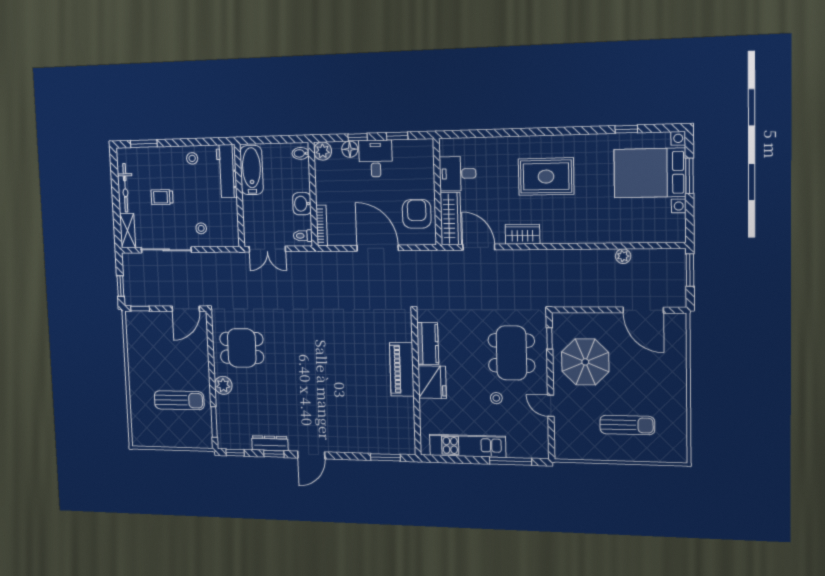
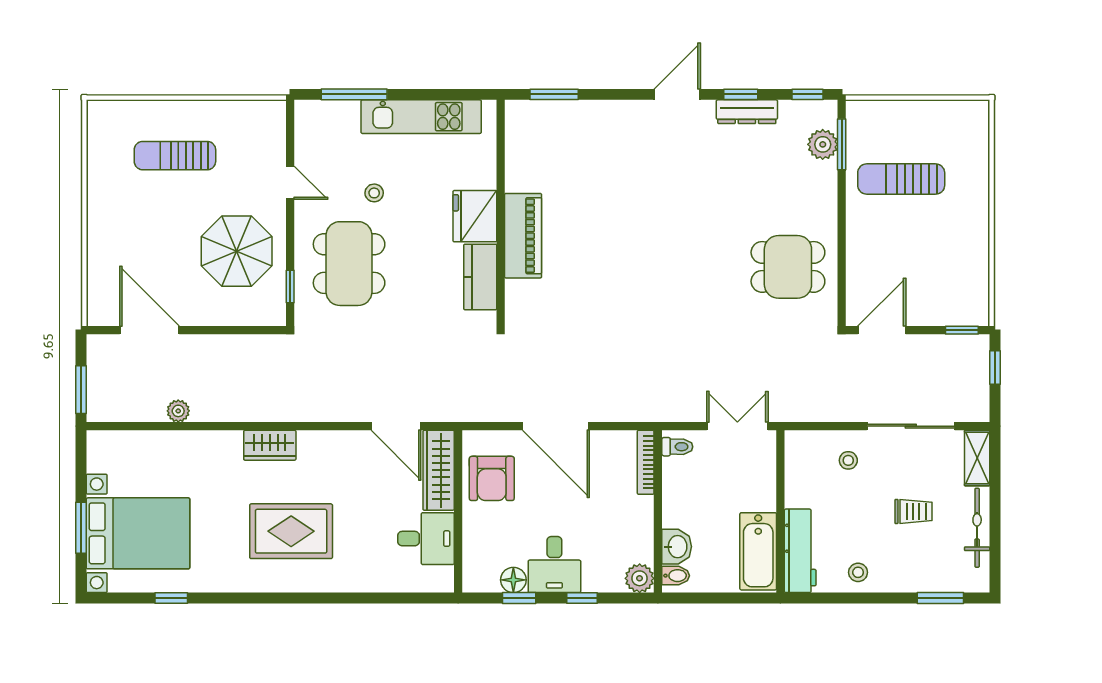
floor lamp: (350, 149) -> (513, 580), moved
washbasin: (302, 204) -> (677, 547), moved
wardrobe: (523, 234) -> (270, 445), moved
plant: (223, 385) -> (823, 144), moved

